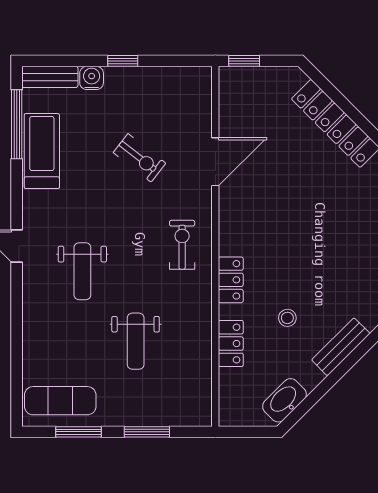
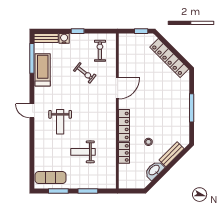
window: (244, 61) -> (141, 31), moved
door: (215, 162) -> (117, 88), moved
exercise bike: (182, 245) -> (100, 51), moved
locker: (231, 280) -> (124, 125), width x1.53
weight bench: (136, 341) -> (83, 152), turned 90
washbasin: (284, 400) -> (154, 170), moved

